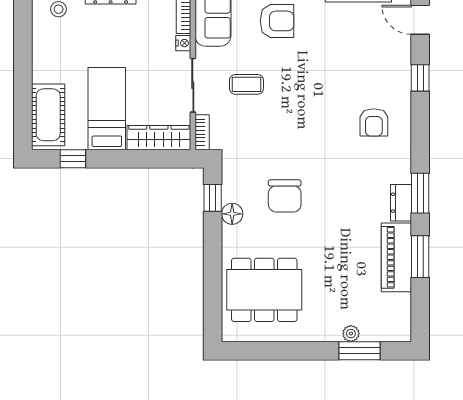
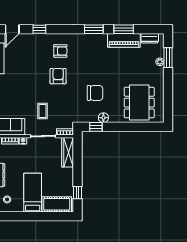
armchair: (277, 21) -> (58, 76), moved
bed: (107, 109) -> (33, 193), moved, turned 90
dresser: (401, 203) -> (150, 38), moved

